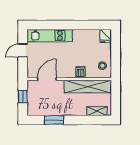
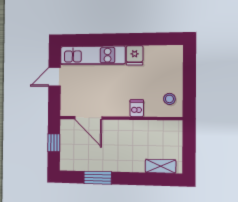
fridge: (106, 36) -> (135, 55), moved
door: (47, 79) -> (88, 118), swing flipped
shelving: (88, 86) -> (147, 129), removed

